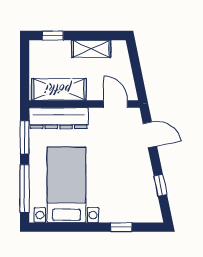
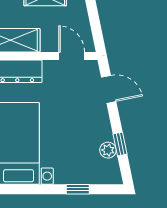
plant: (149, 191) -> (108, 150), added

